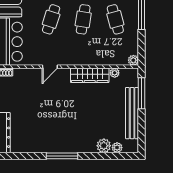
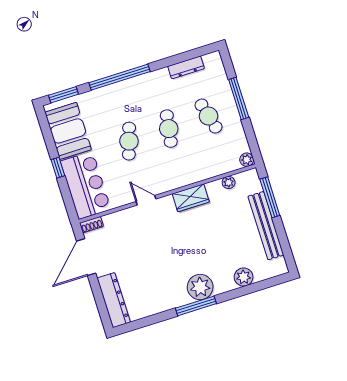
door: (50, 67) -> (146, 200), swing flipped
wardrobe: (90, 75) -> (191, 198), width x0.67
plant: (117, 148) -> (200, 287), moved, width x1.88, depth x1.88

